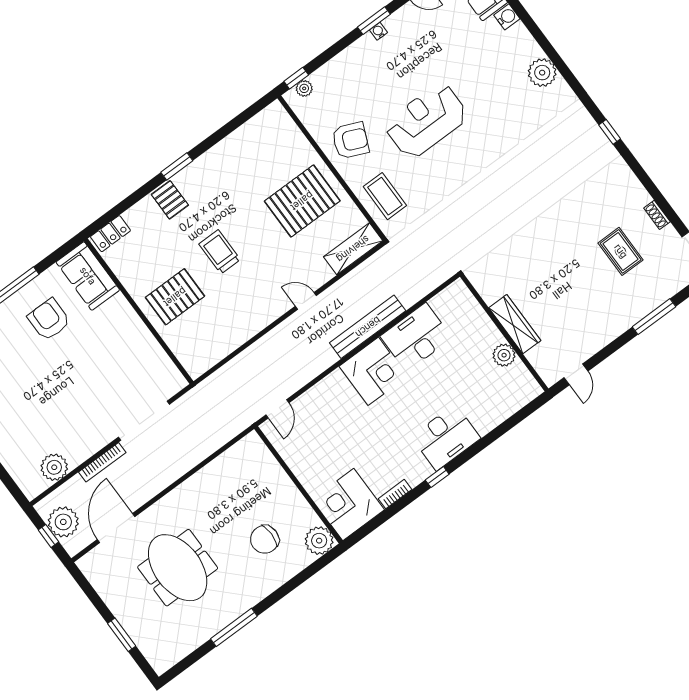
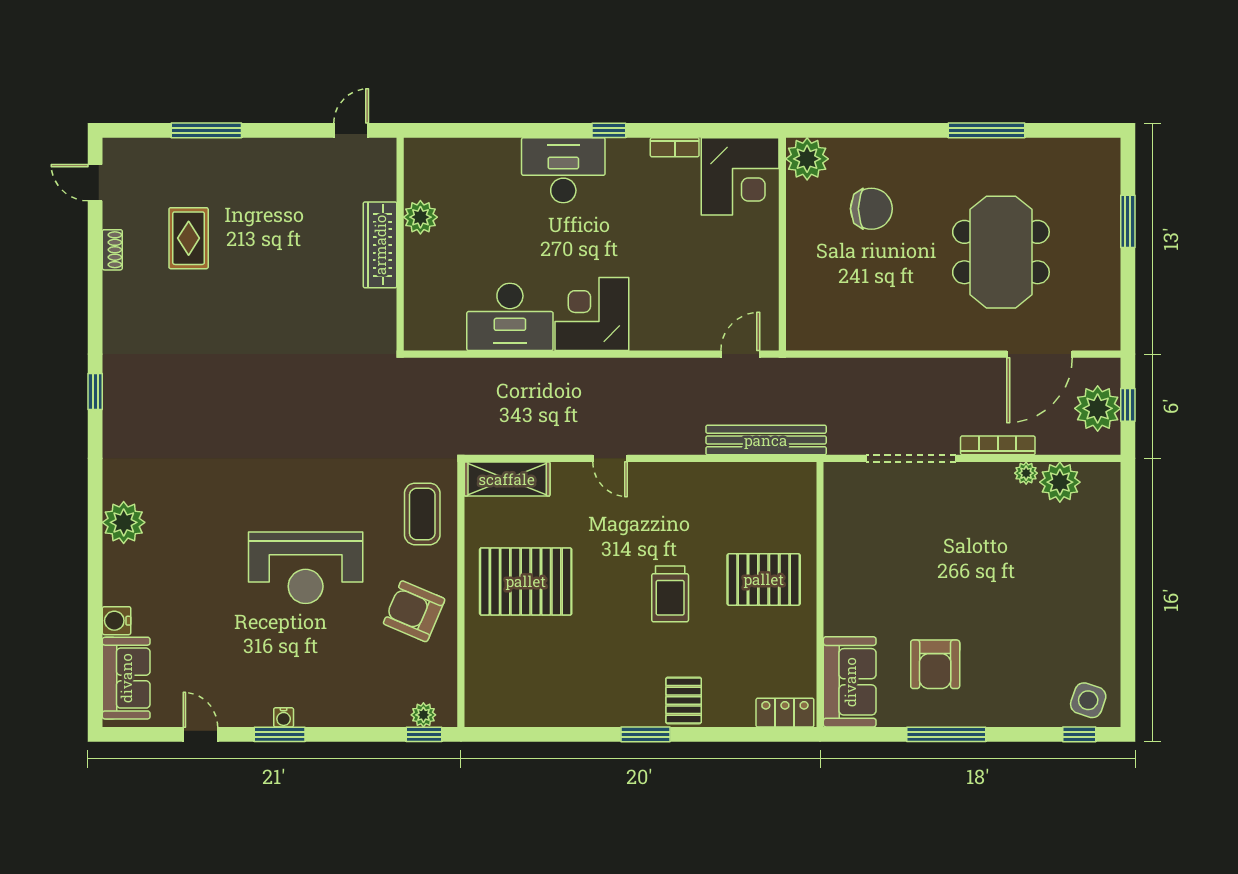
bench: (368, 327) -> (766, 440), moved
plant: (76, 459) -> (1026, 473), added

